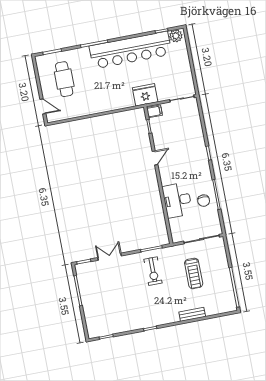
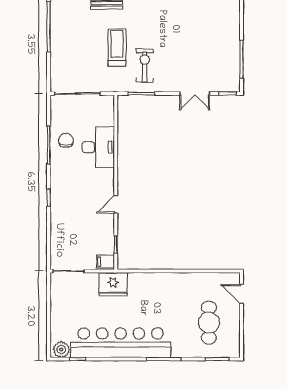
treadmill: (194, 273) -> (117, 48), moved

